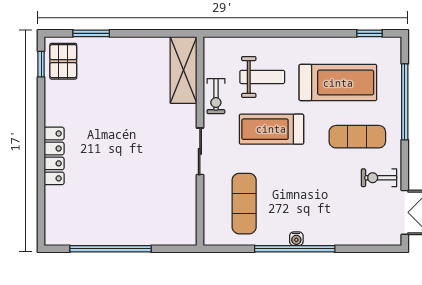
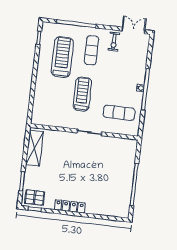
shelving: (183, 70) -> (35, 148), moved, turned 90
weight bench: (262, 77) -> (55, 96), removed
exercise bike: (216, 96) -> (62, 121), removed
treadmill: (271, 129) -> (82, 94), turned 180
locker: (54, 156) -> (70, 206), moved

